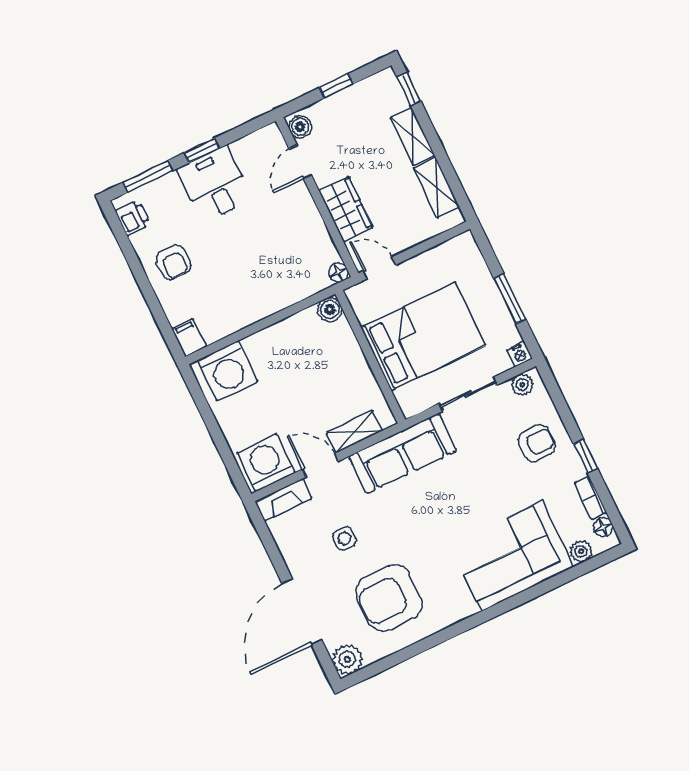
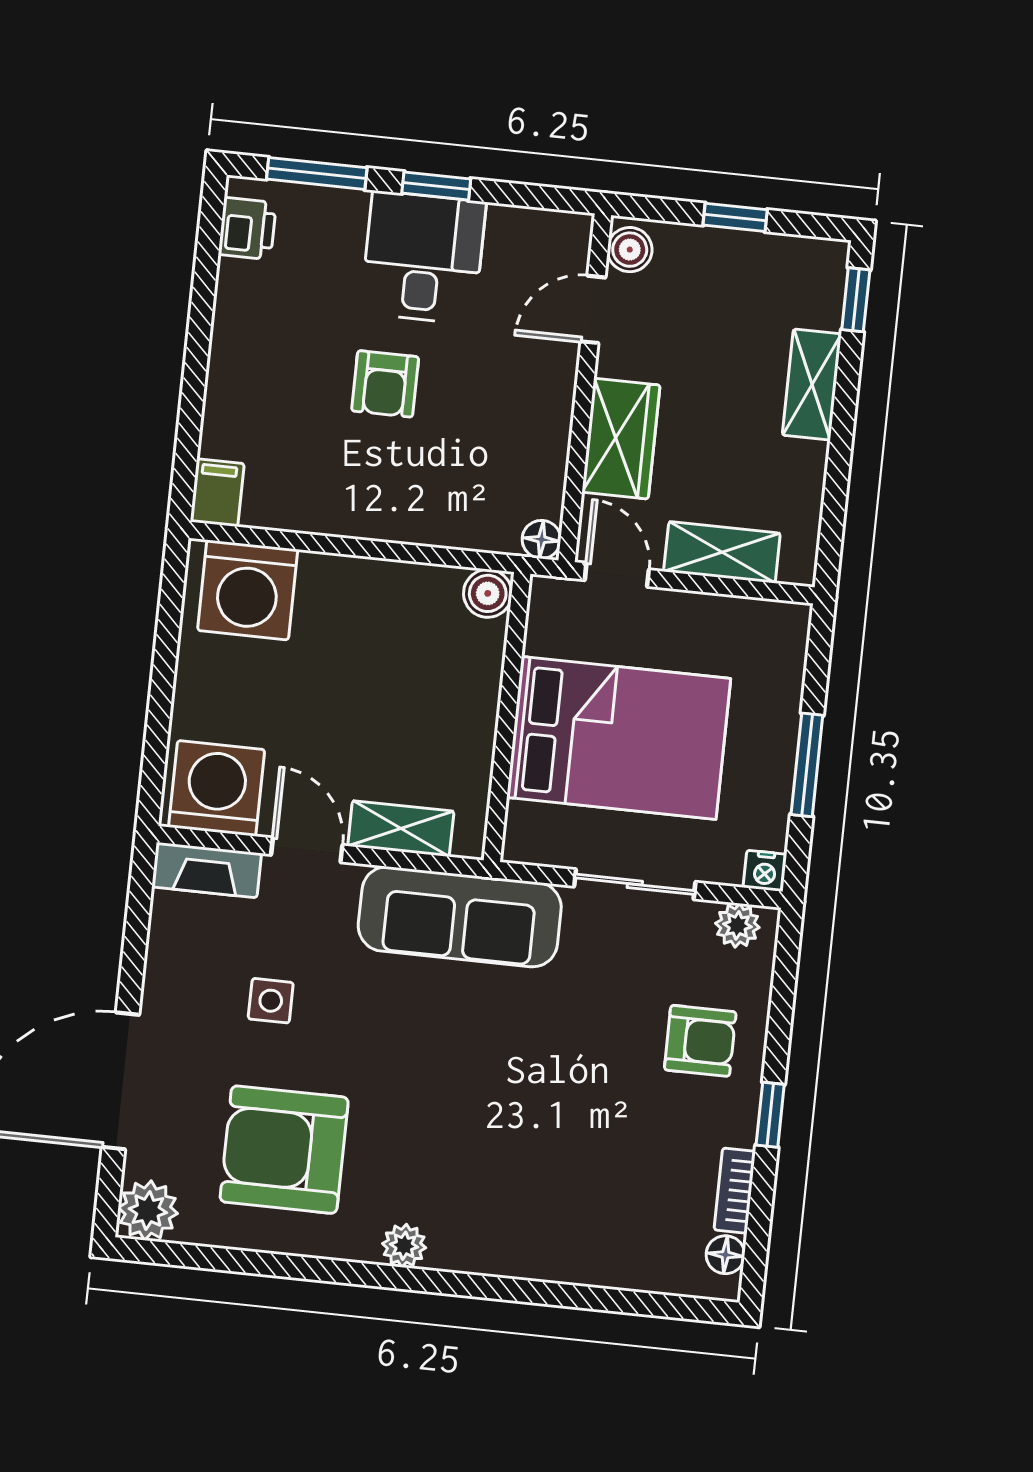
shelving: (437, 188) -> (722, 552), moved, turned 90
armchair: (173, 262) -> (385, 384), moved
plant: (581, 551) -> (404, 1246), moved
corner sofa: (512, 556) -> (538, 1208), removed

